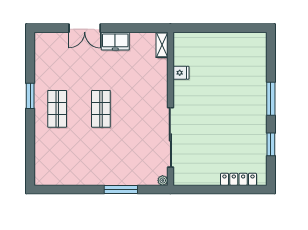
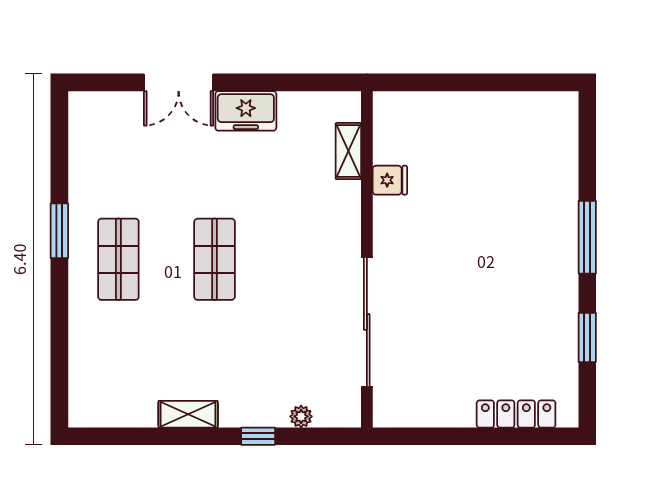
shelving: (162, 45) -> (348, 151), moved
shelving: (89, 179) -> (188, 414), added
plant: (163, 180) -> (301, 416), moved
window: (121, 189) -> (258, 436), width x0.46

